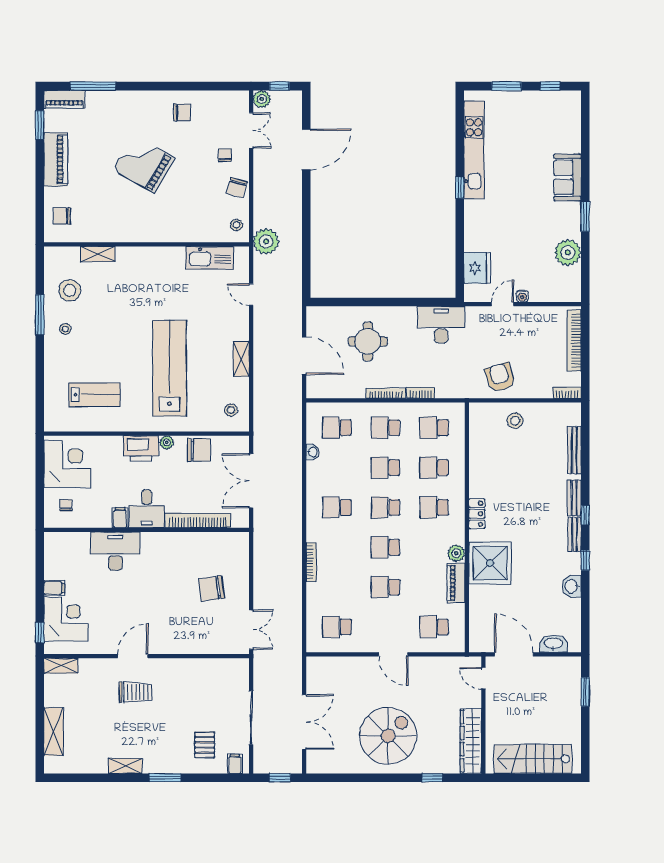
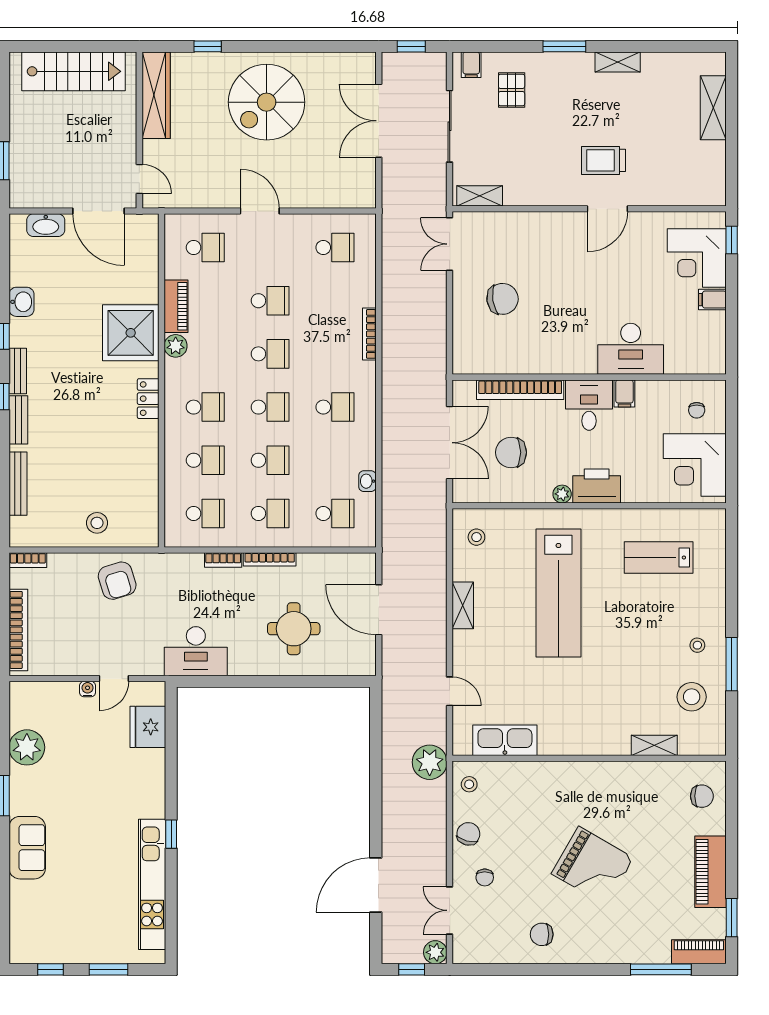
chair: (199, 450) -> (511, 452), moved
shelving: (61, 666) -> (480, 196), moved

